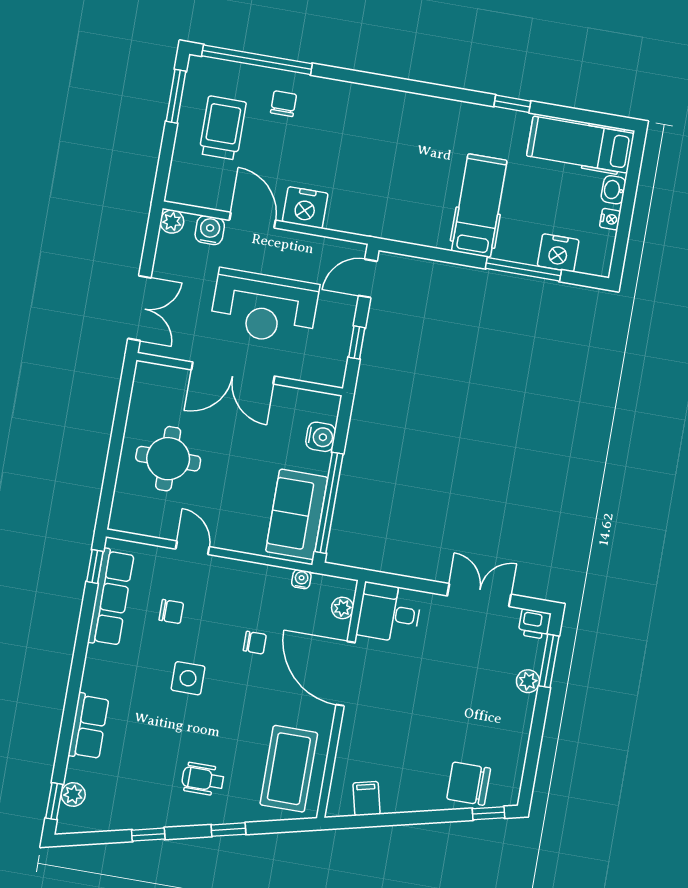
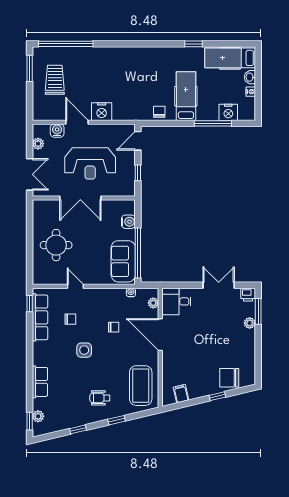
chair: (284, 104) -> (159, 112), moved
plant: (172, 222) -> (38, 144), moved
window: (488, 813) -> (217, 396), moved

